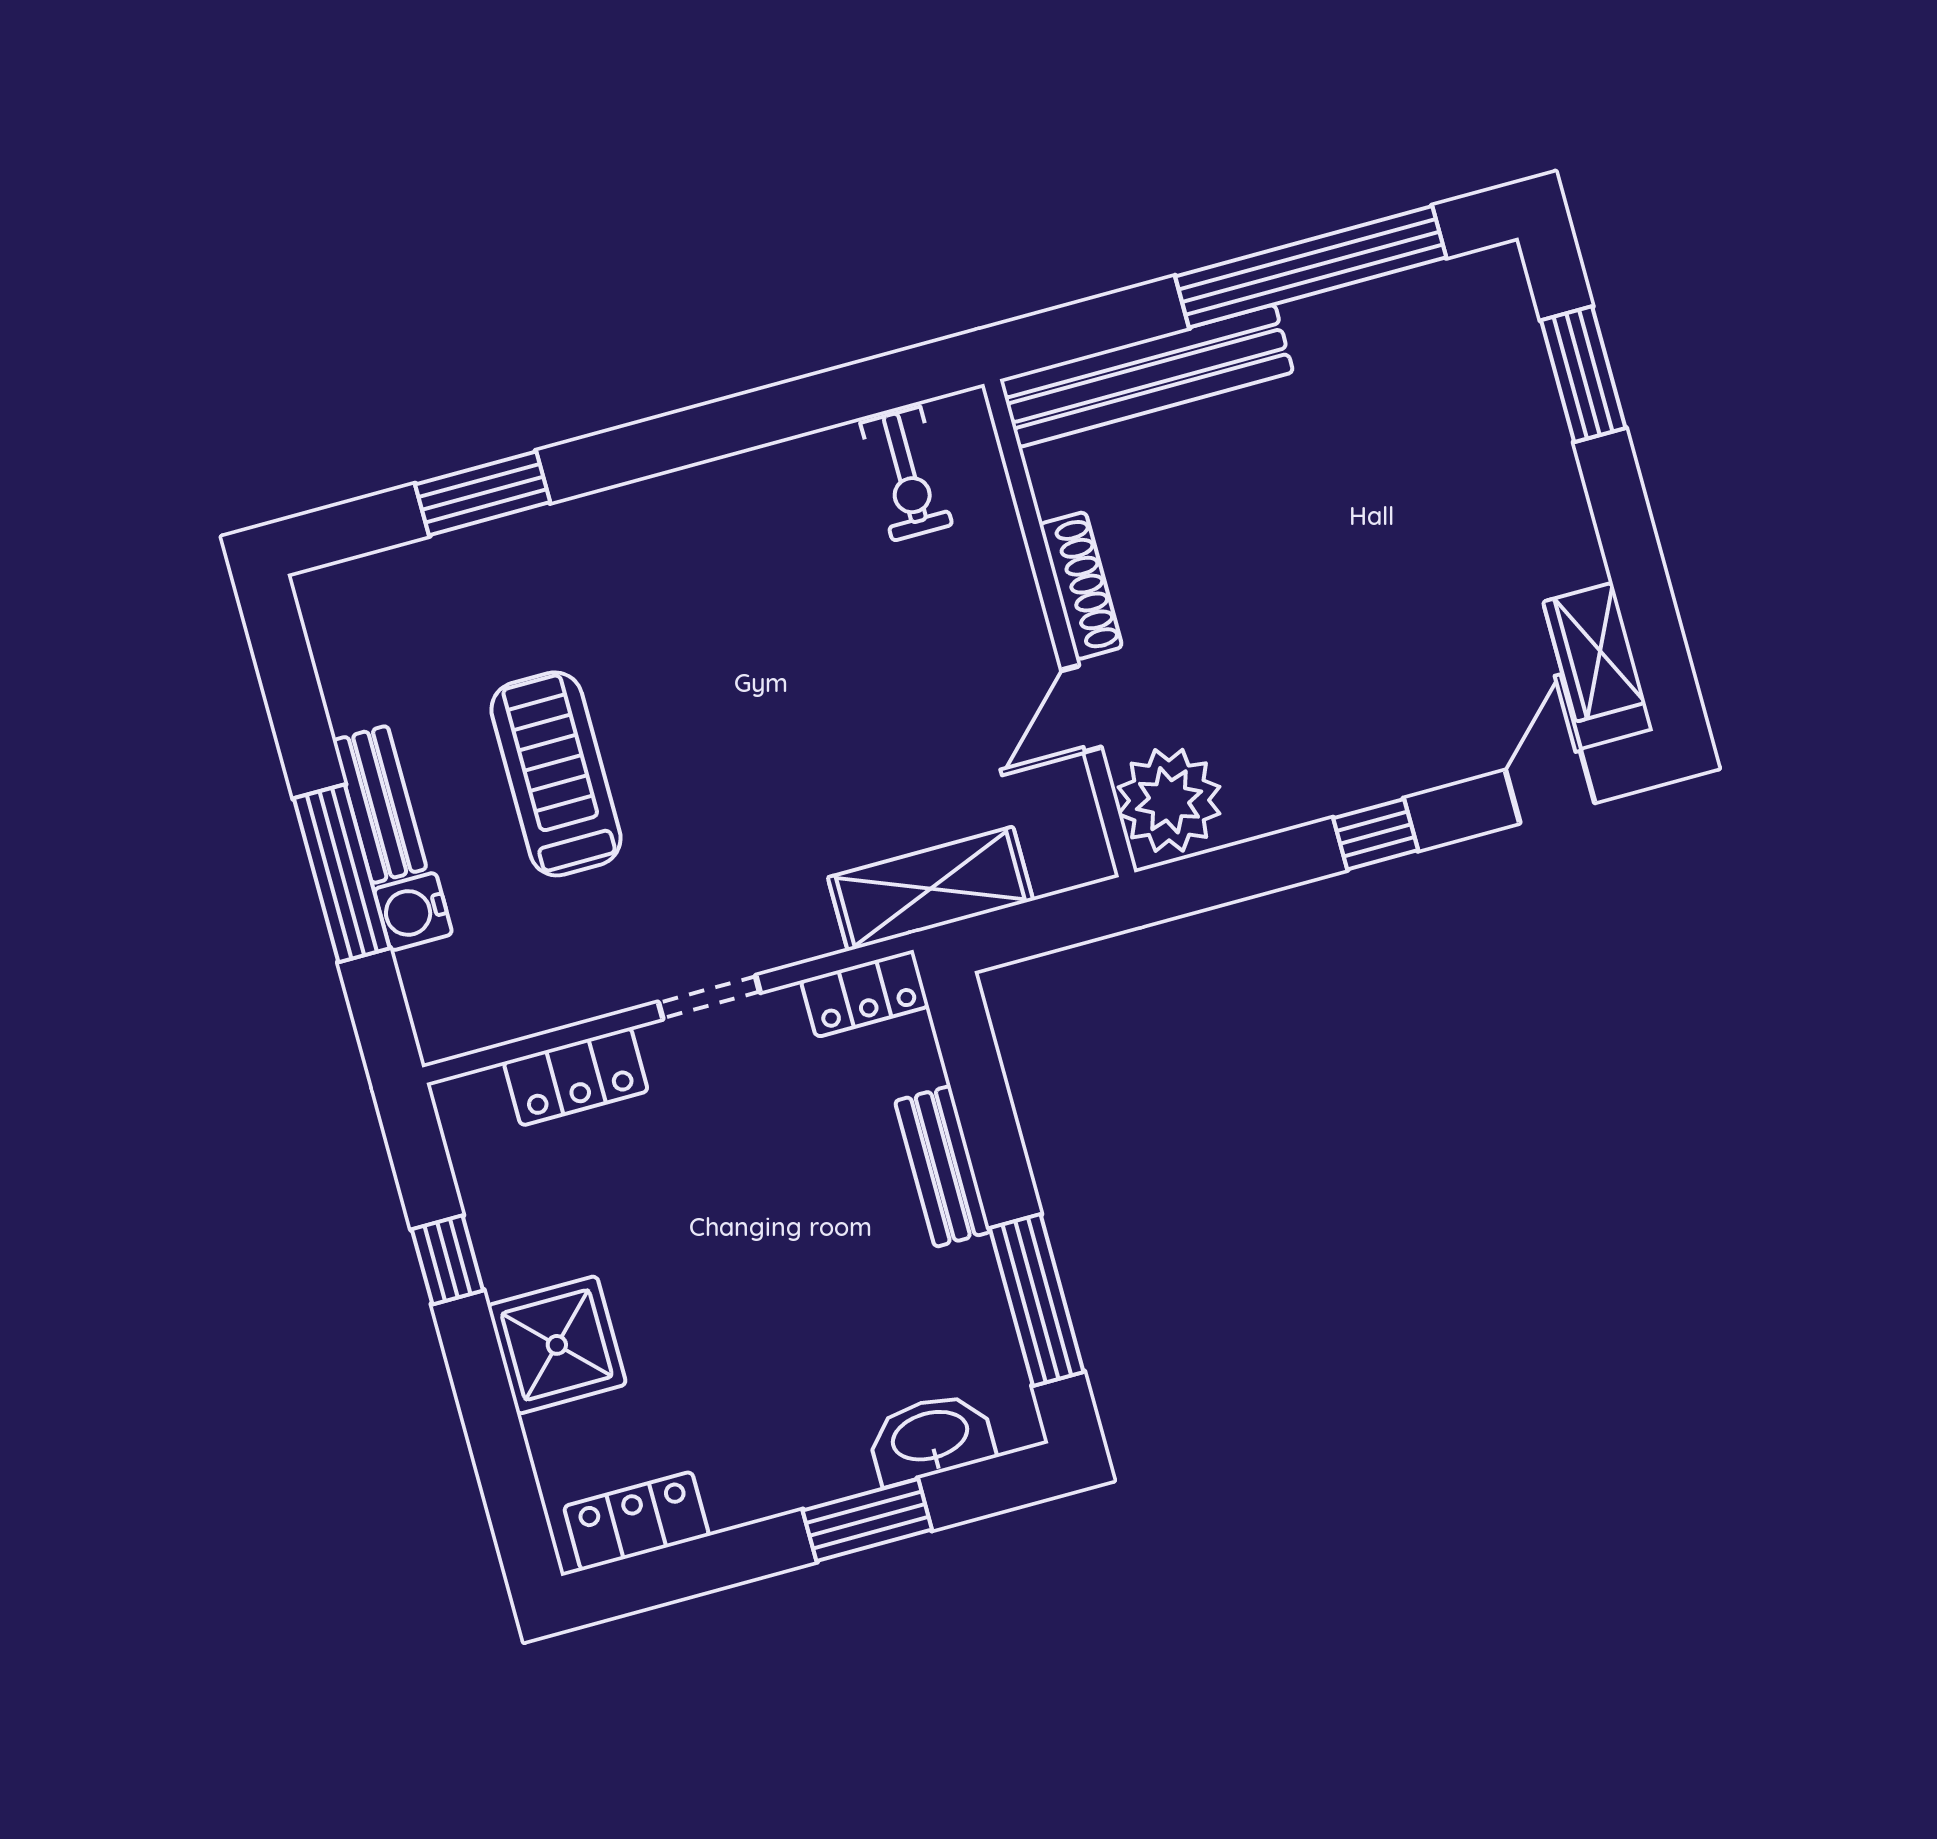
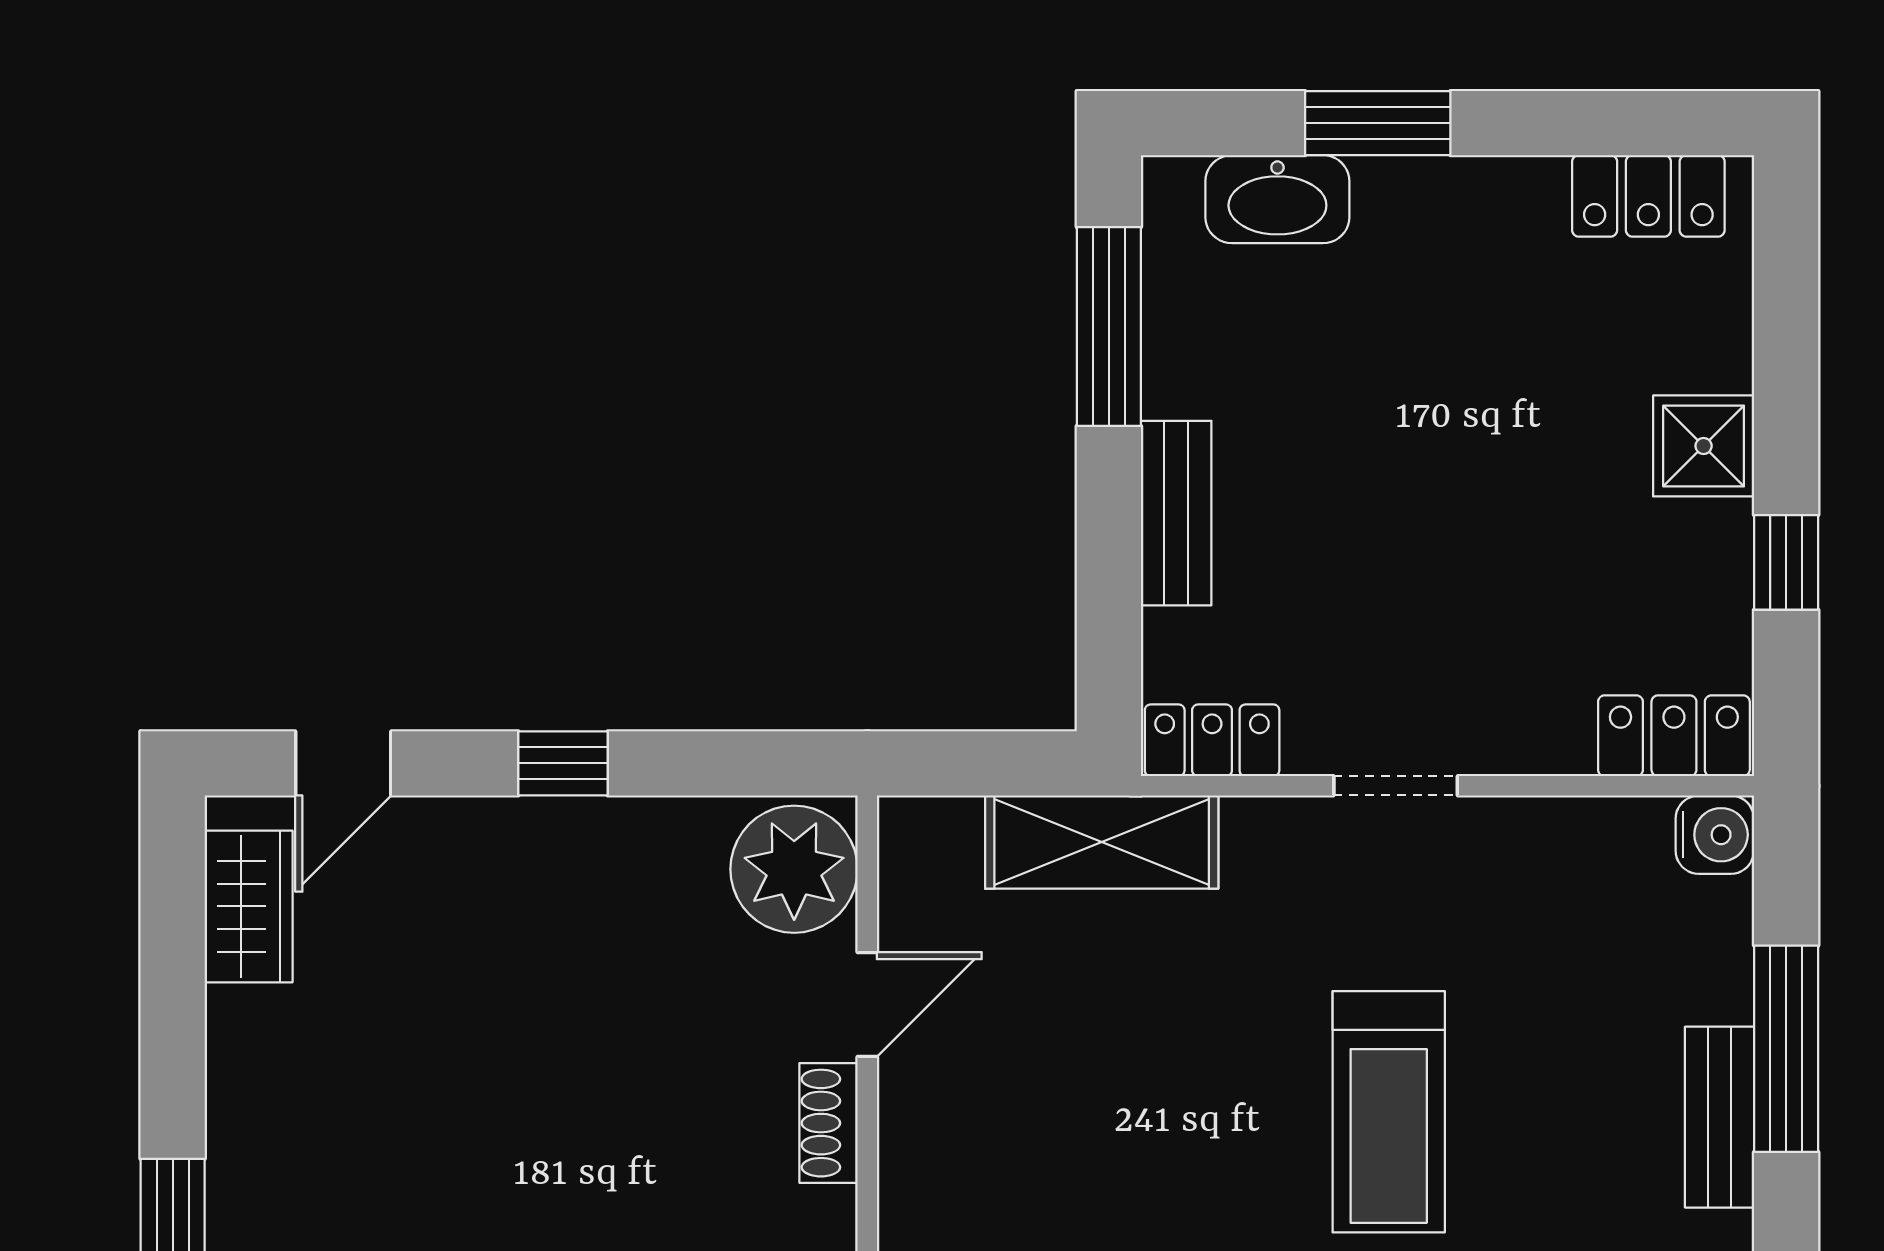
shoe rack: (1081, 586) -> (829, 1123), width x0.70
treadmill: (556, 774) -> (1389, 1112), moved
water cooler: (413, 912) -> (1715, 835), moved
locker: (576, 1077) -> (1674, 736), moved
shower: (557, 1345) -> (1704, 446), width x0.73, depth x0.73

